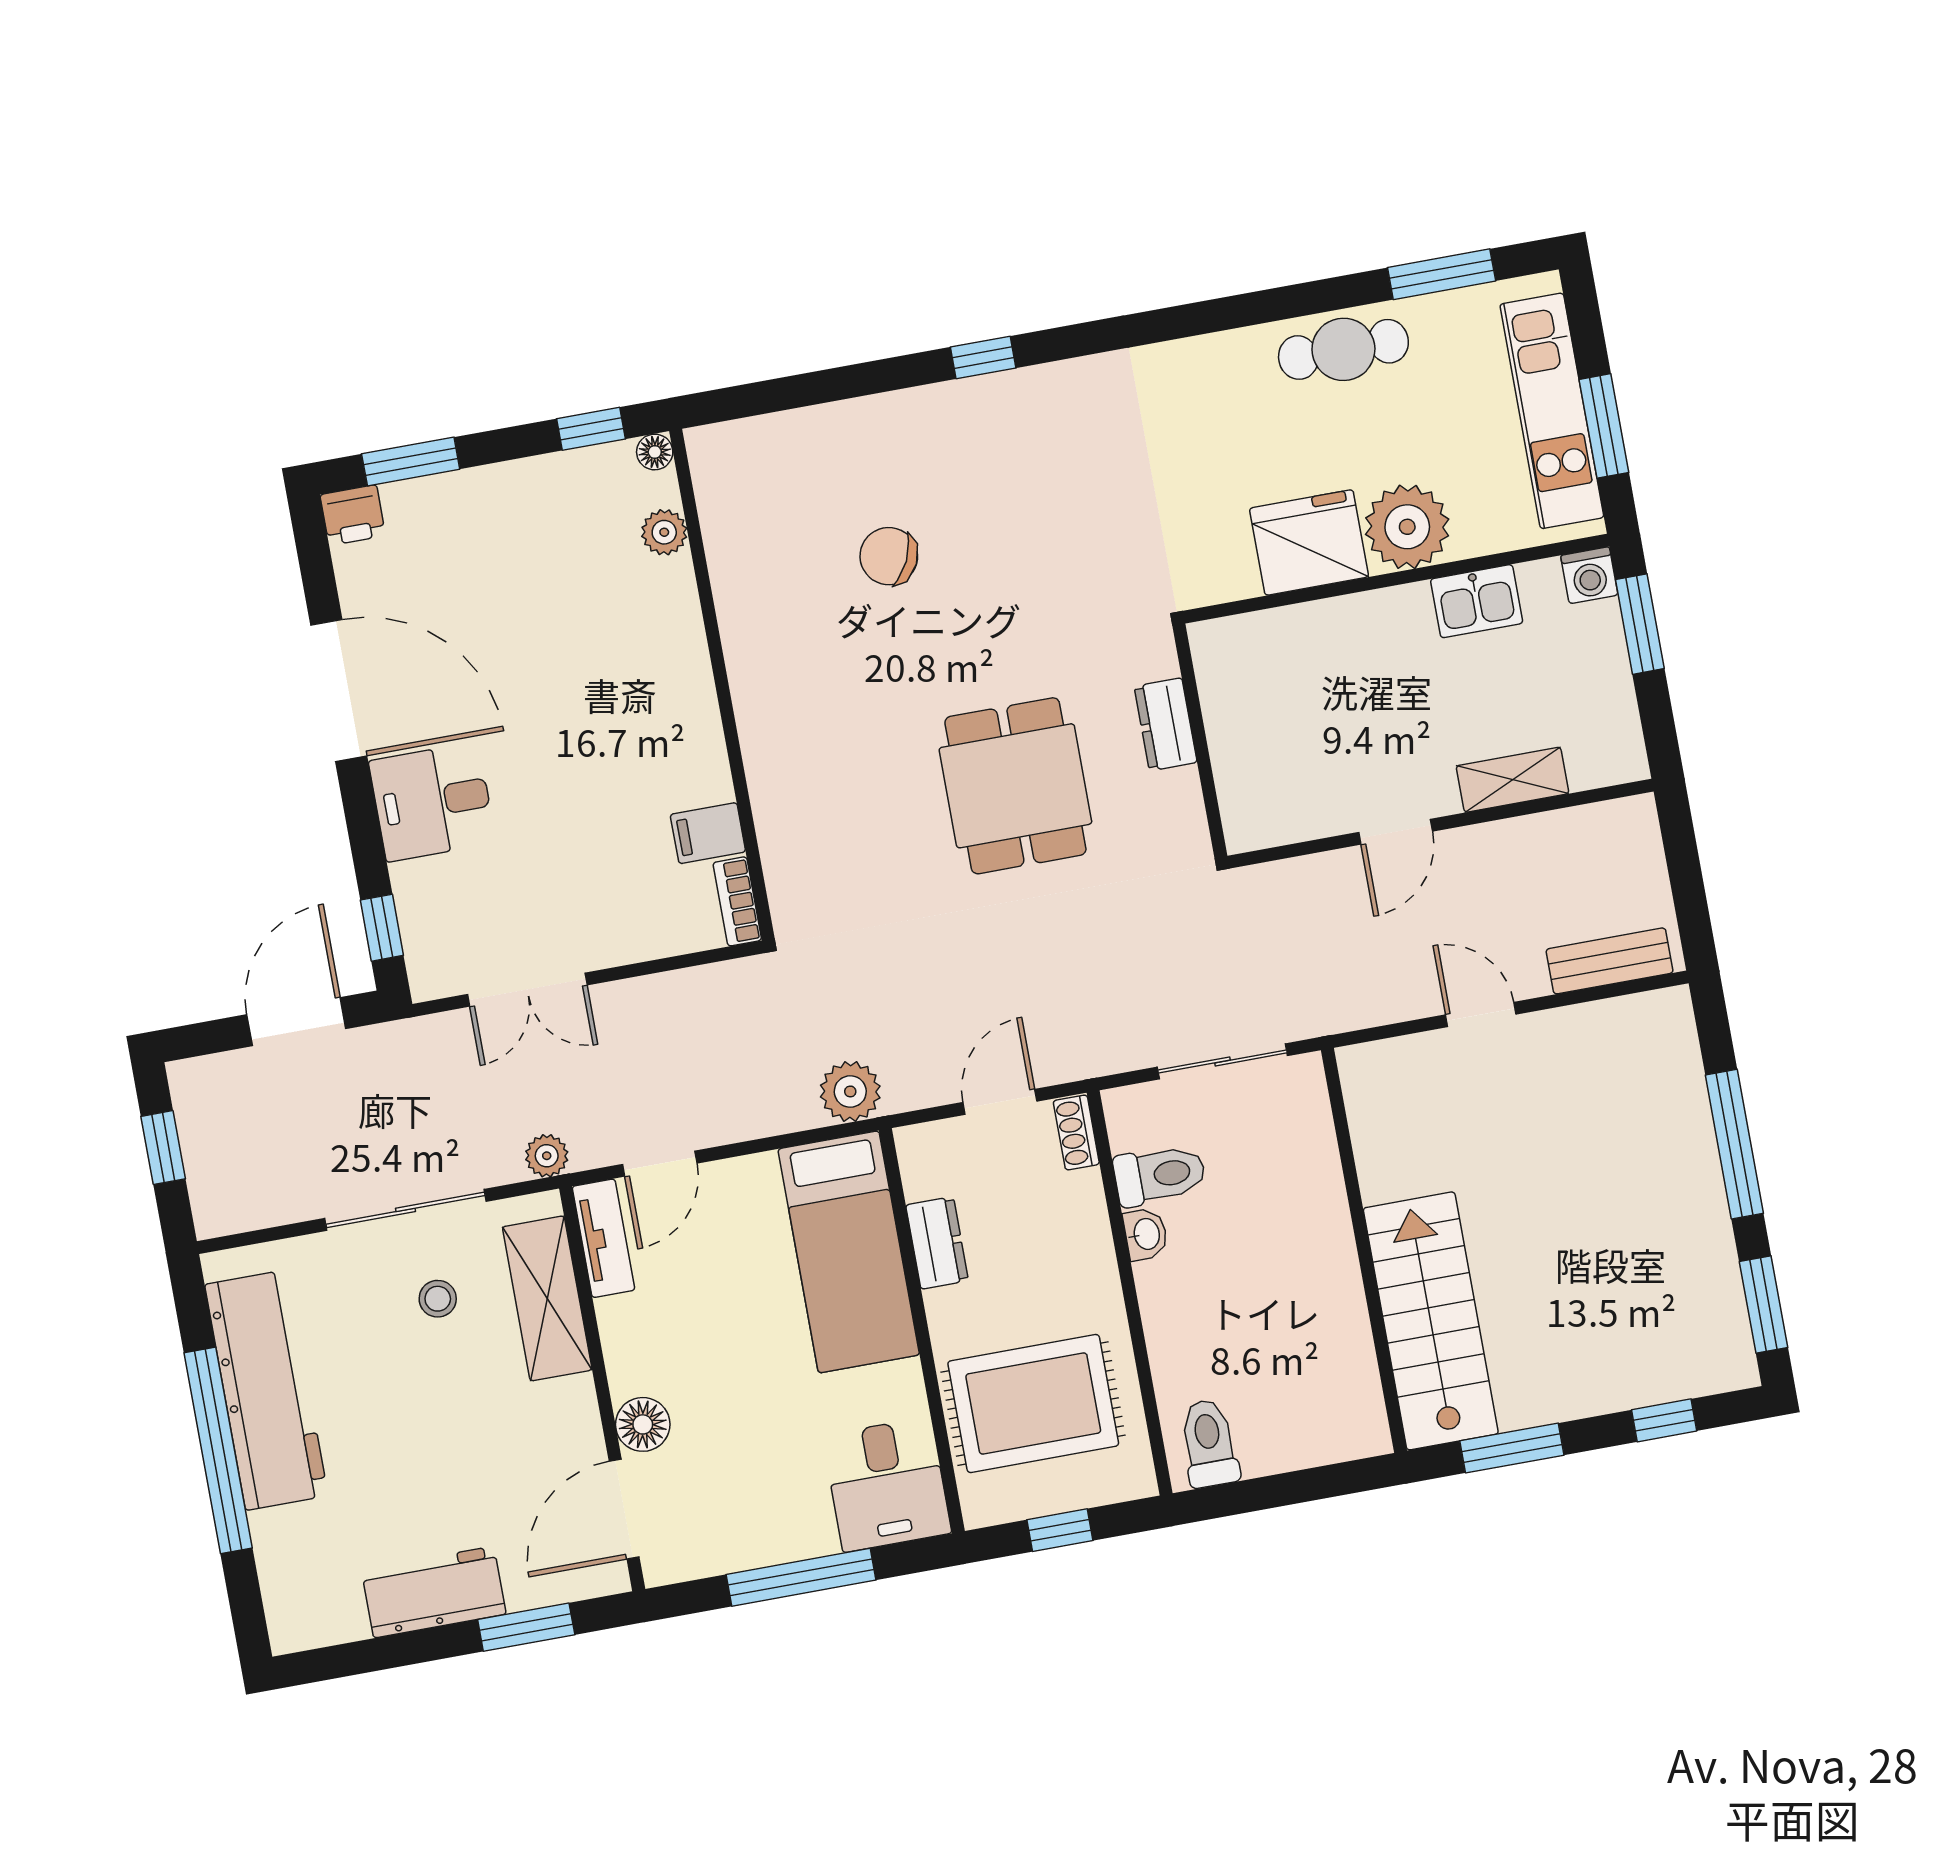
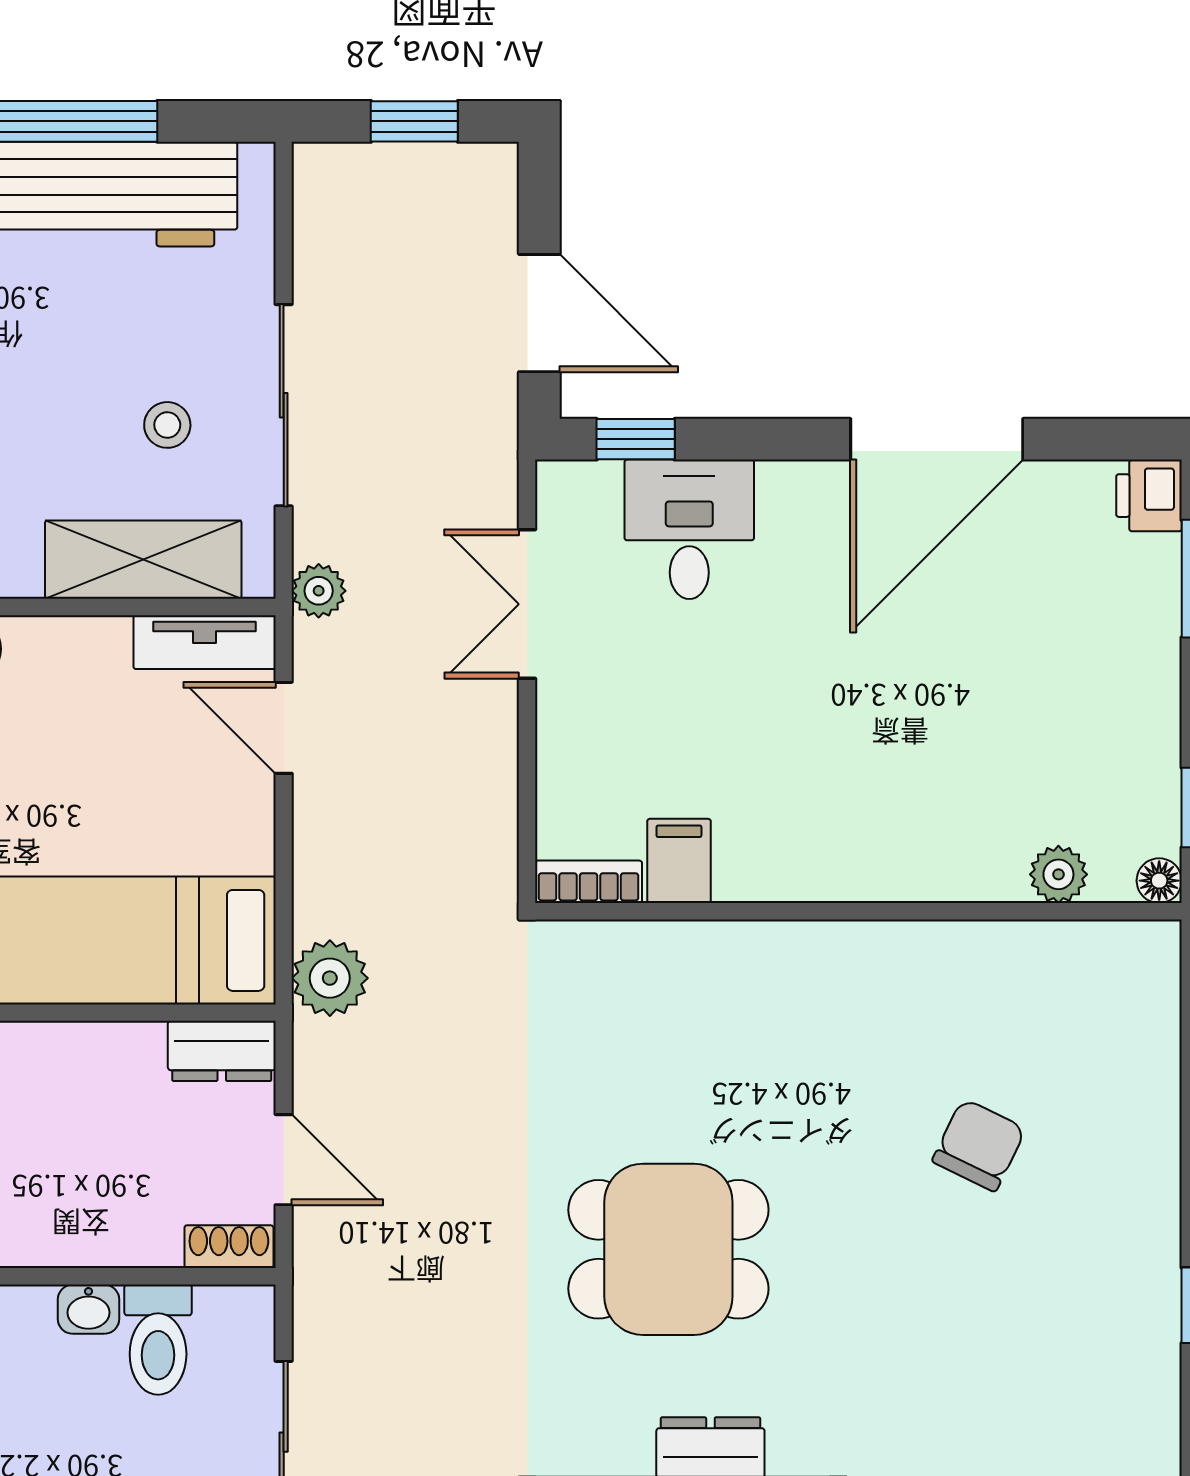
desk: (432, 802) -> (689, 529), moved
dresser: (937, 1243) -> (222, 1051), moved

